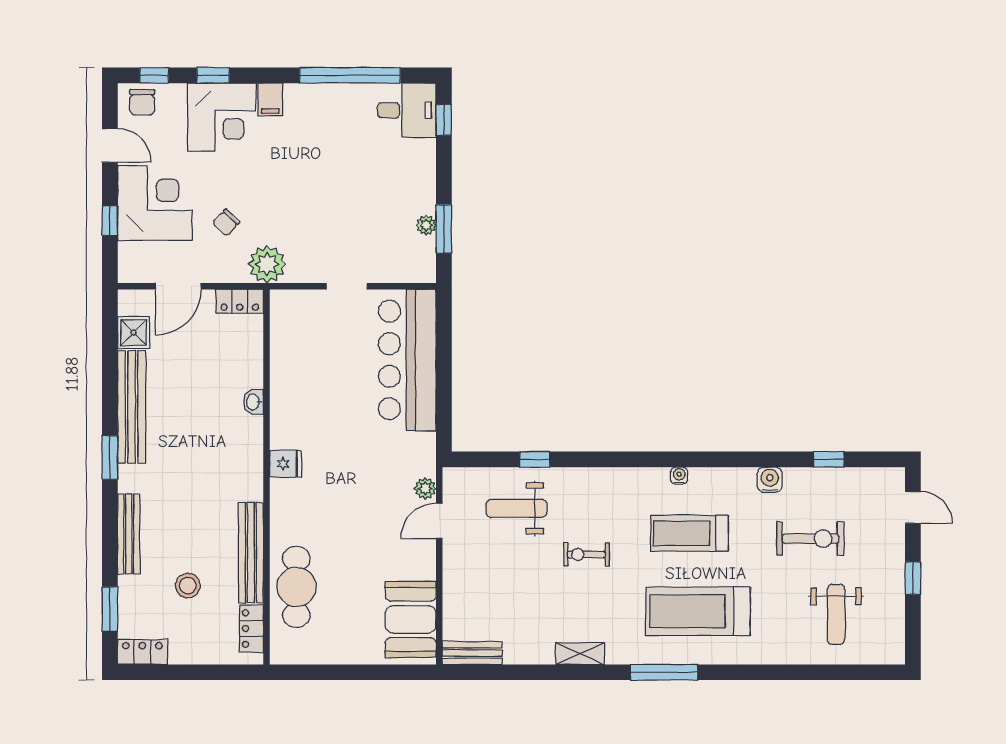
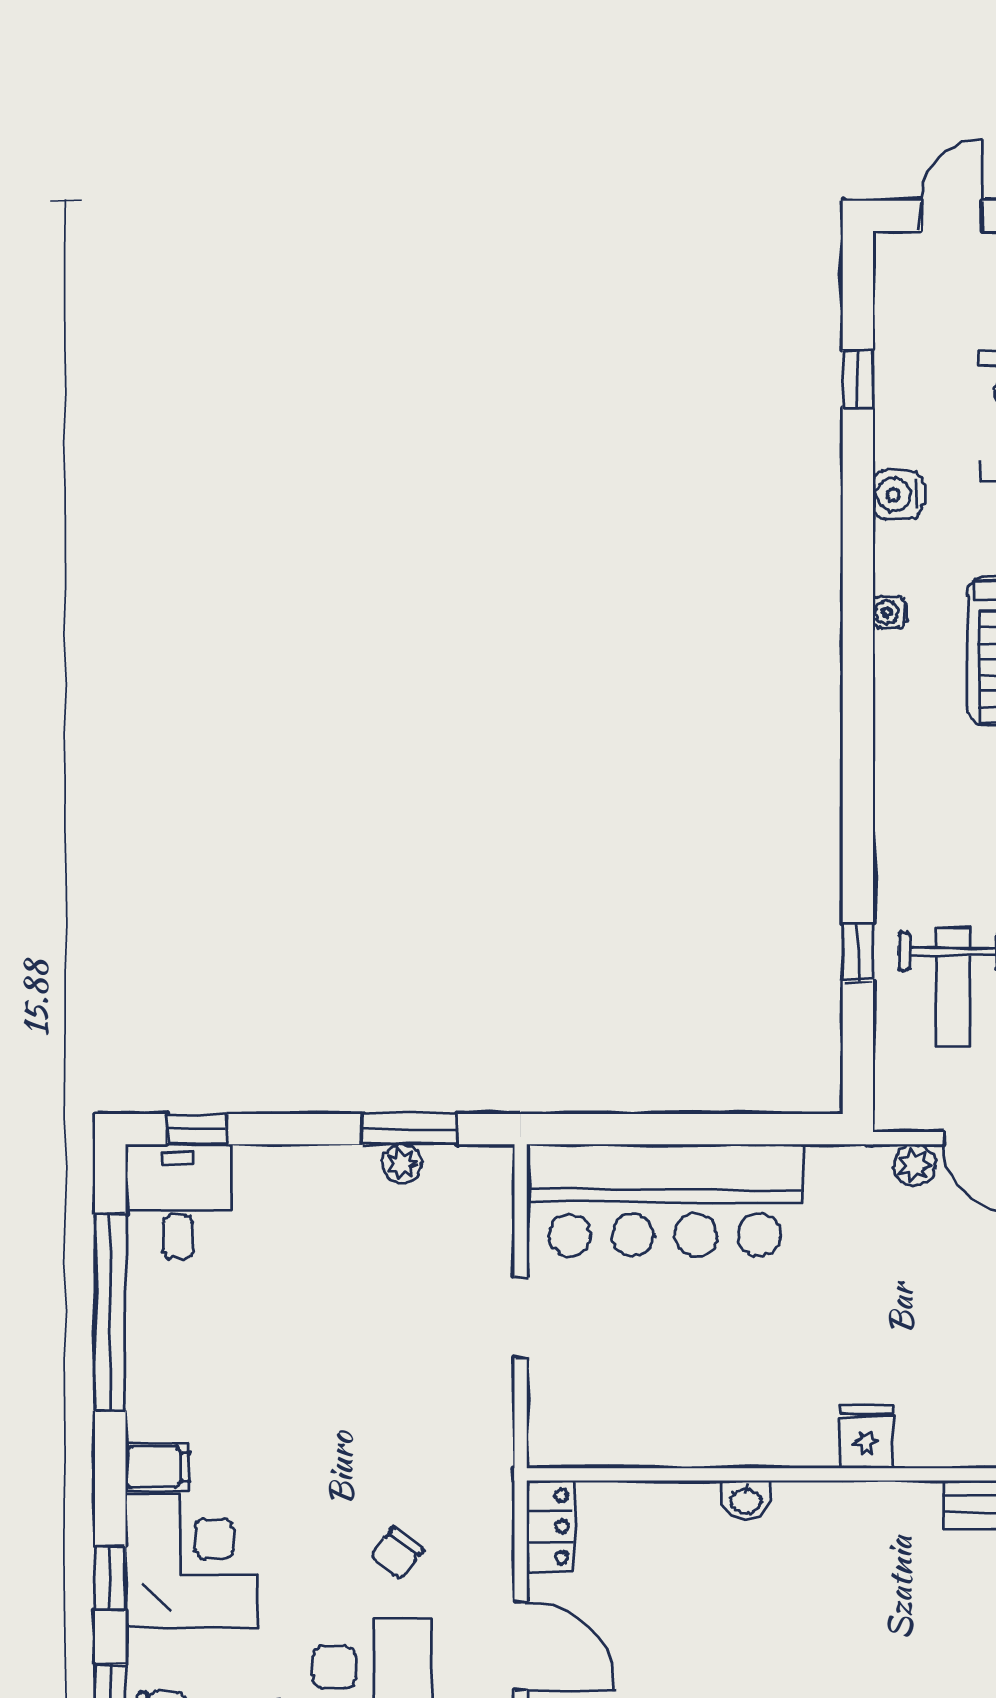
chair: (226, 222) -> (397, 1553), turned 84
plant: (267, 264) -> (478, 1473), removed
water cooler: (679, 476) -> (890, 613), moved

